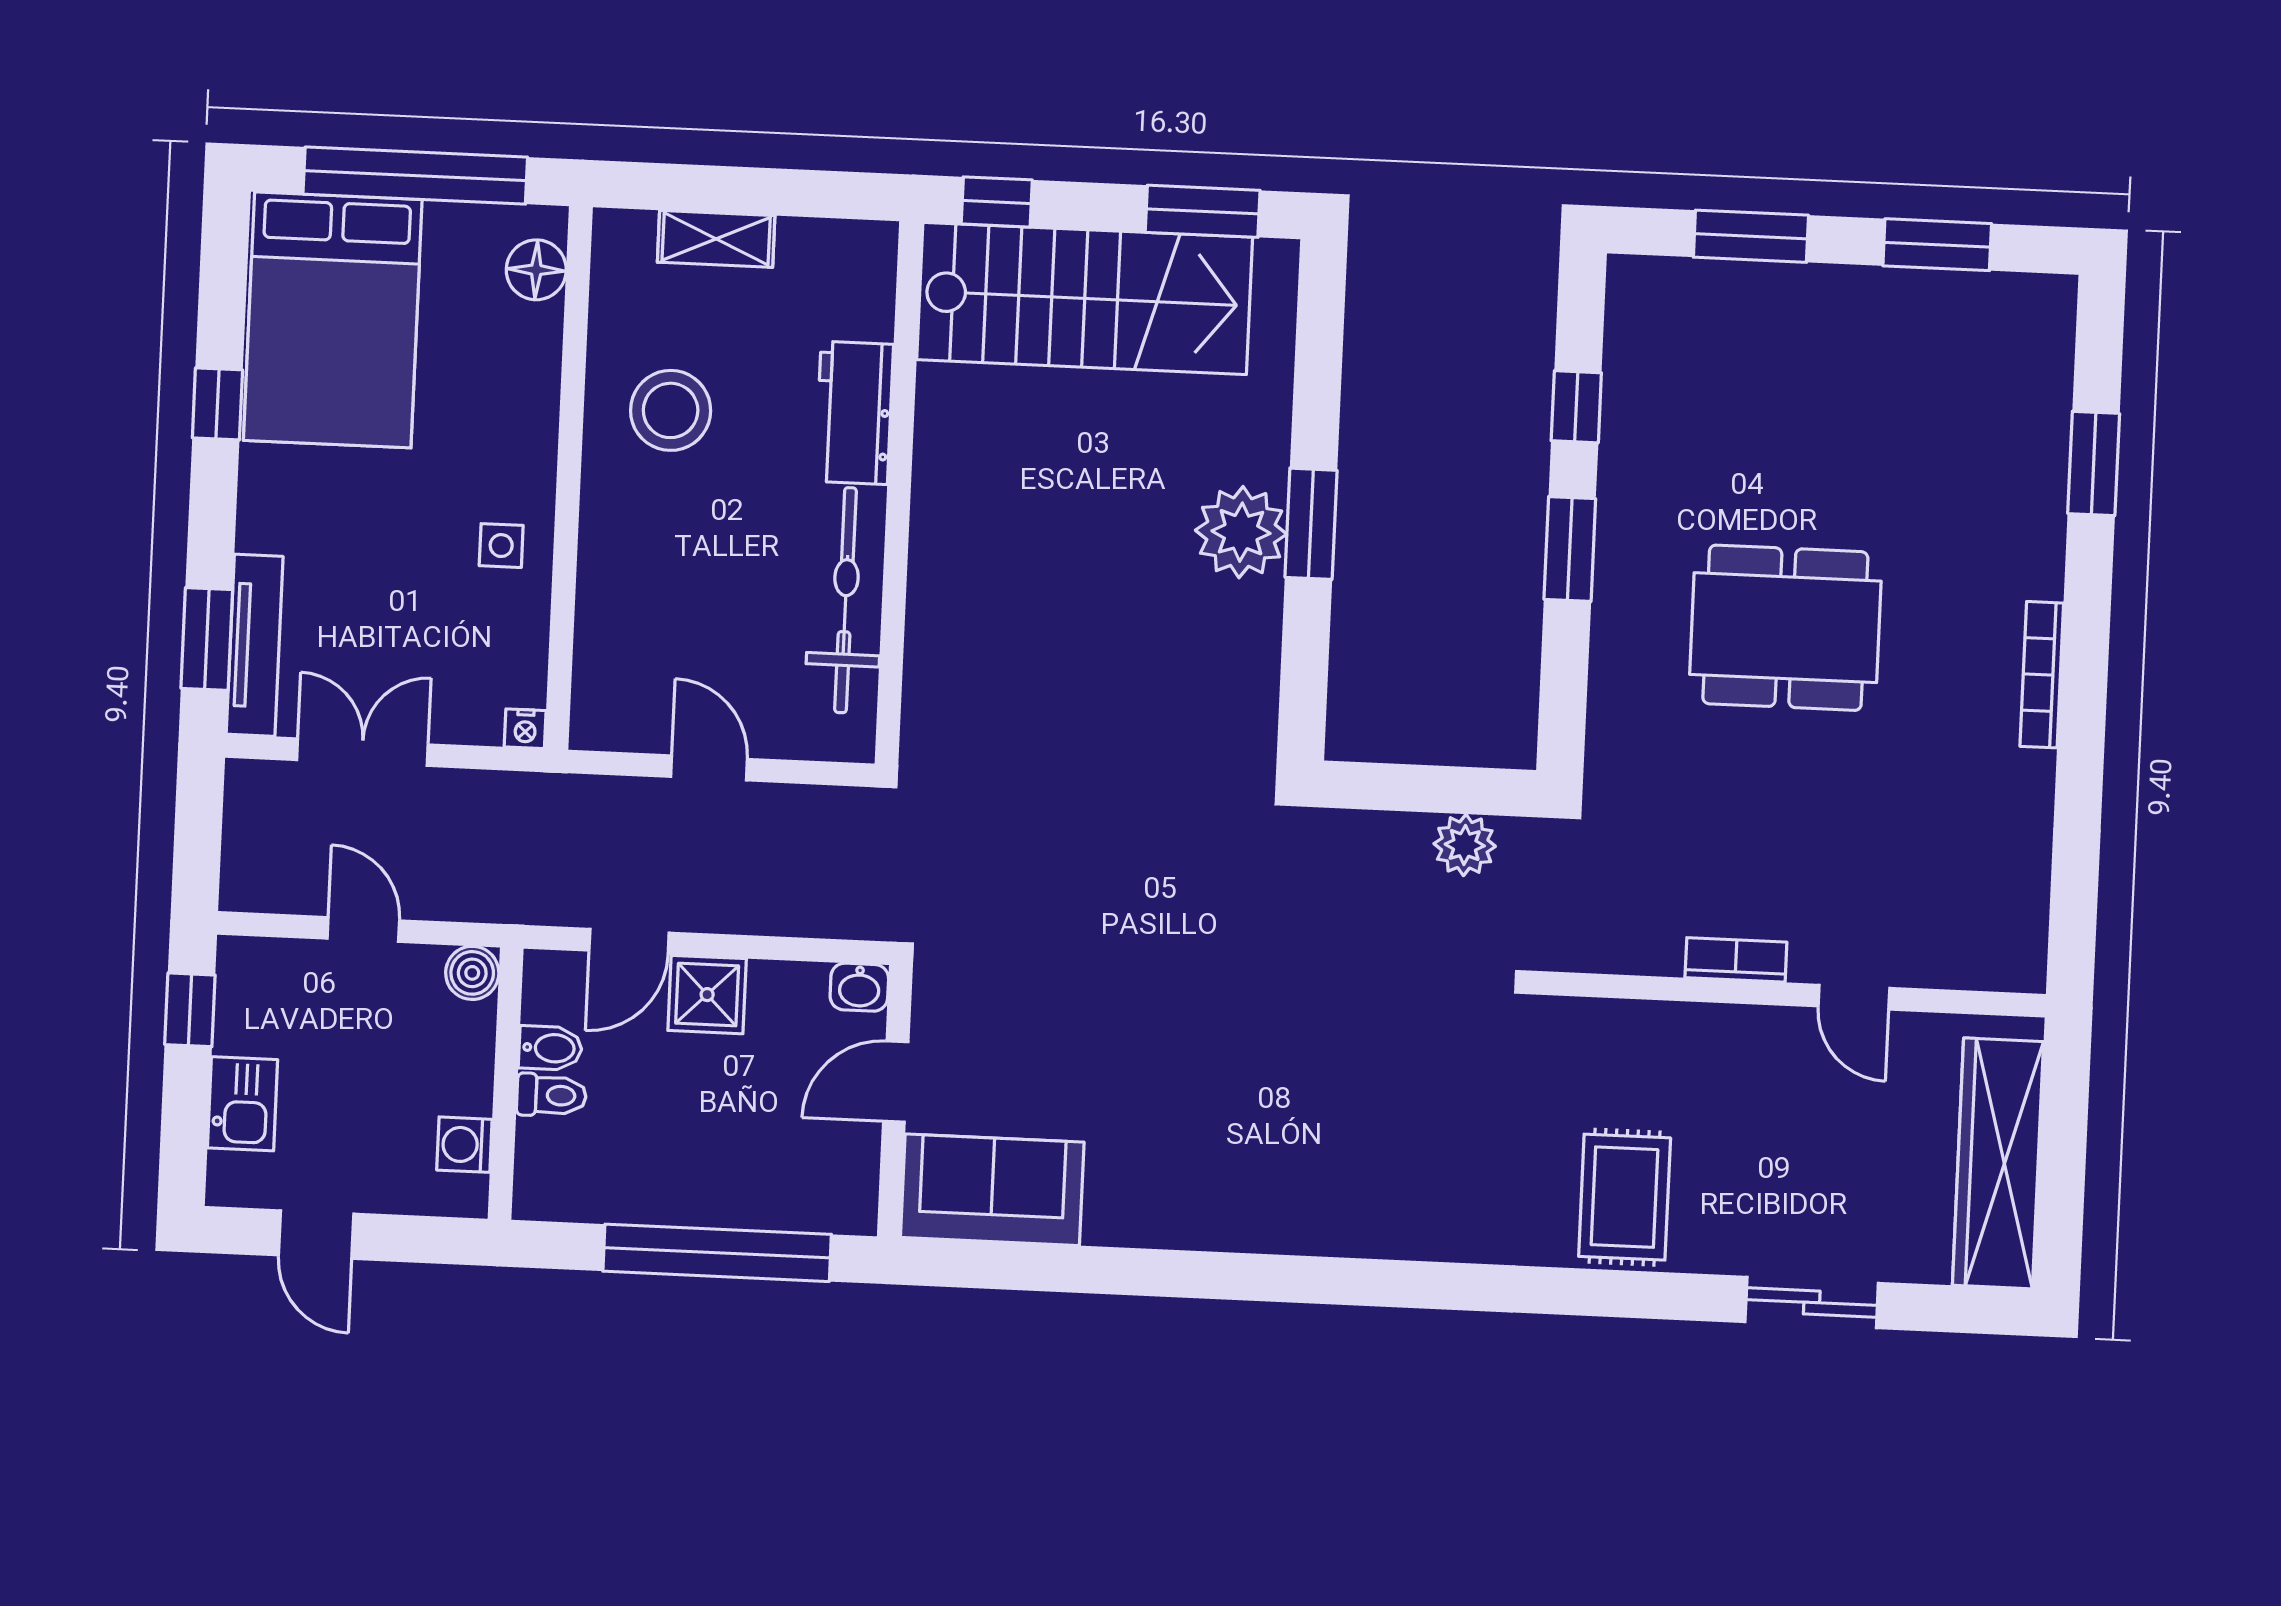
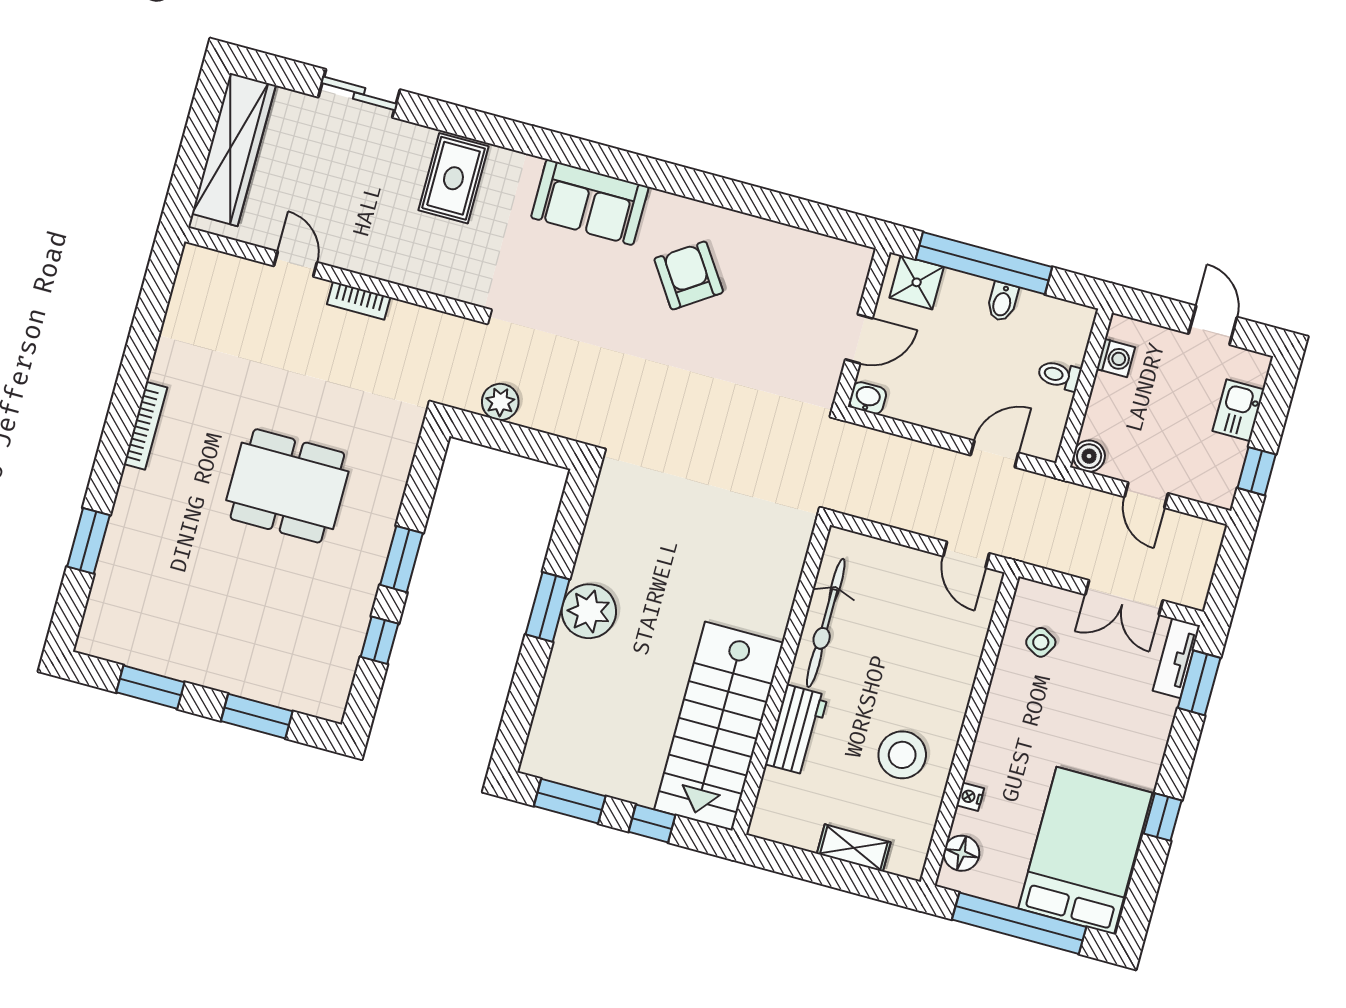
window: (997, 202) -> (652, 823), moved
stairs: (1085, 298) -> (719, 726), moved, turned -90
side table: (501, 546) -> (1041, 642), moved, turned 30
tv unit: (255, 645) -> (1176, 658), width x0.71
nightstand: (525, 729) -> (970, 797), moved, turned -90
door: (709, 768) -> (966, 555), moved
shower: (707, 995) -> (917, 282), moved
bidet: (550, 1048) -> (1002, 302), moved, turned -90
armchair: (1200, 1123) -> (689, 275), added
sofa: (992, 1190) -> (590, 202), moved

